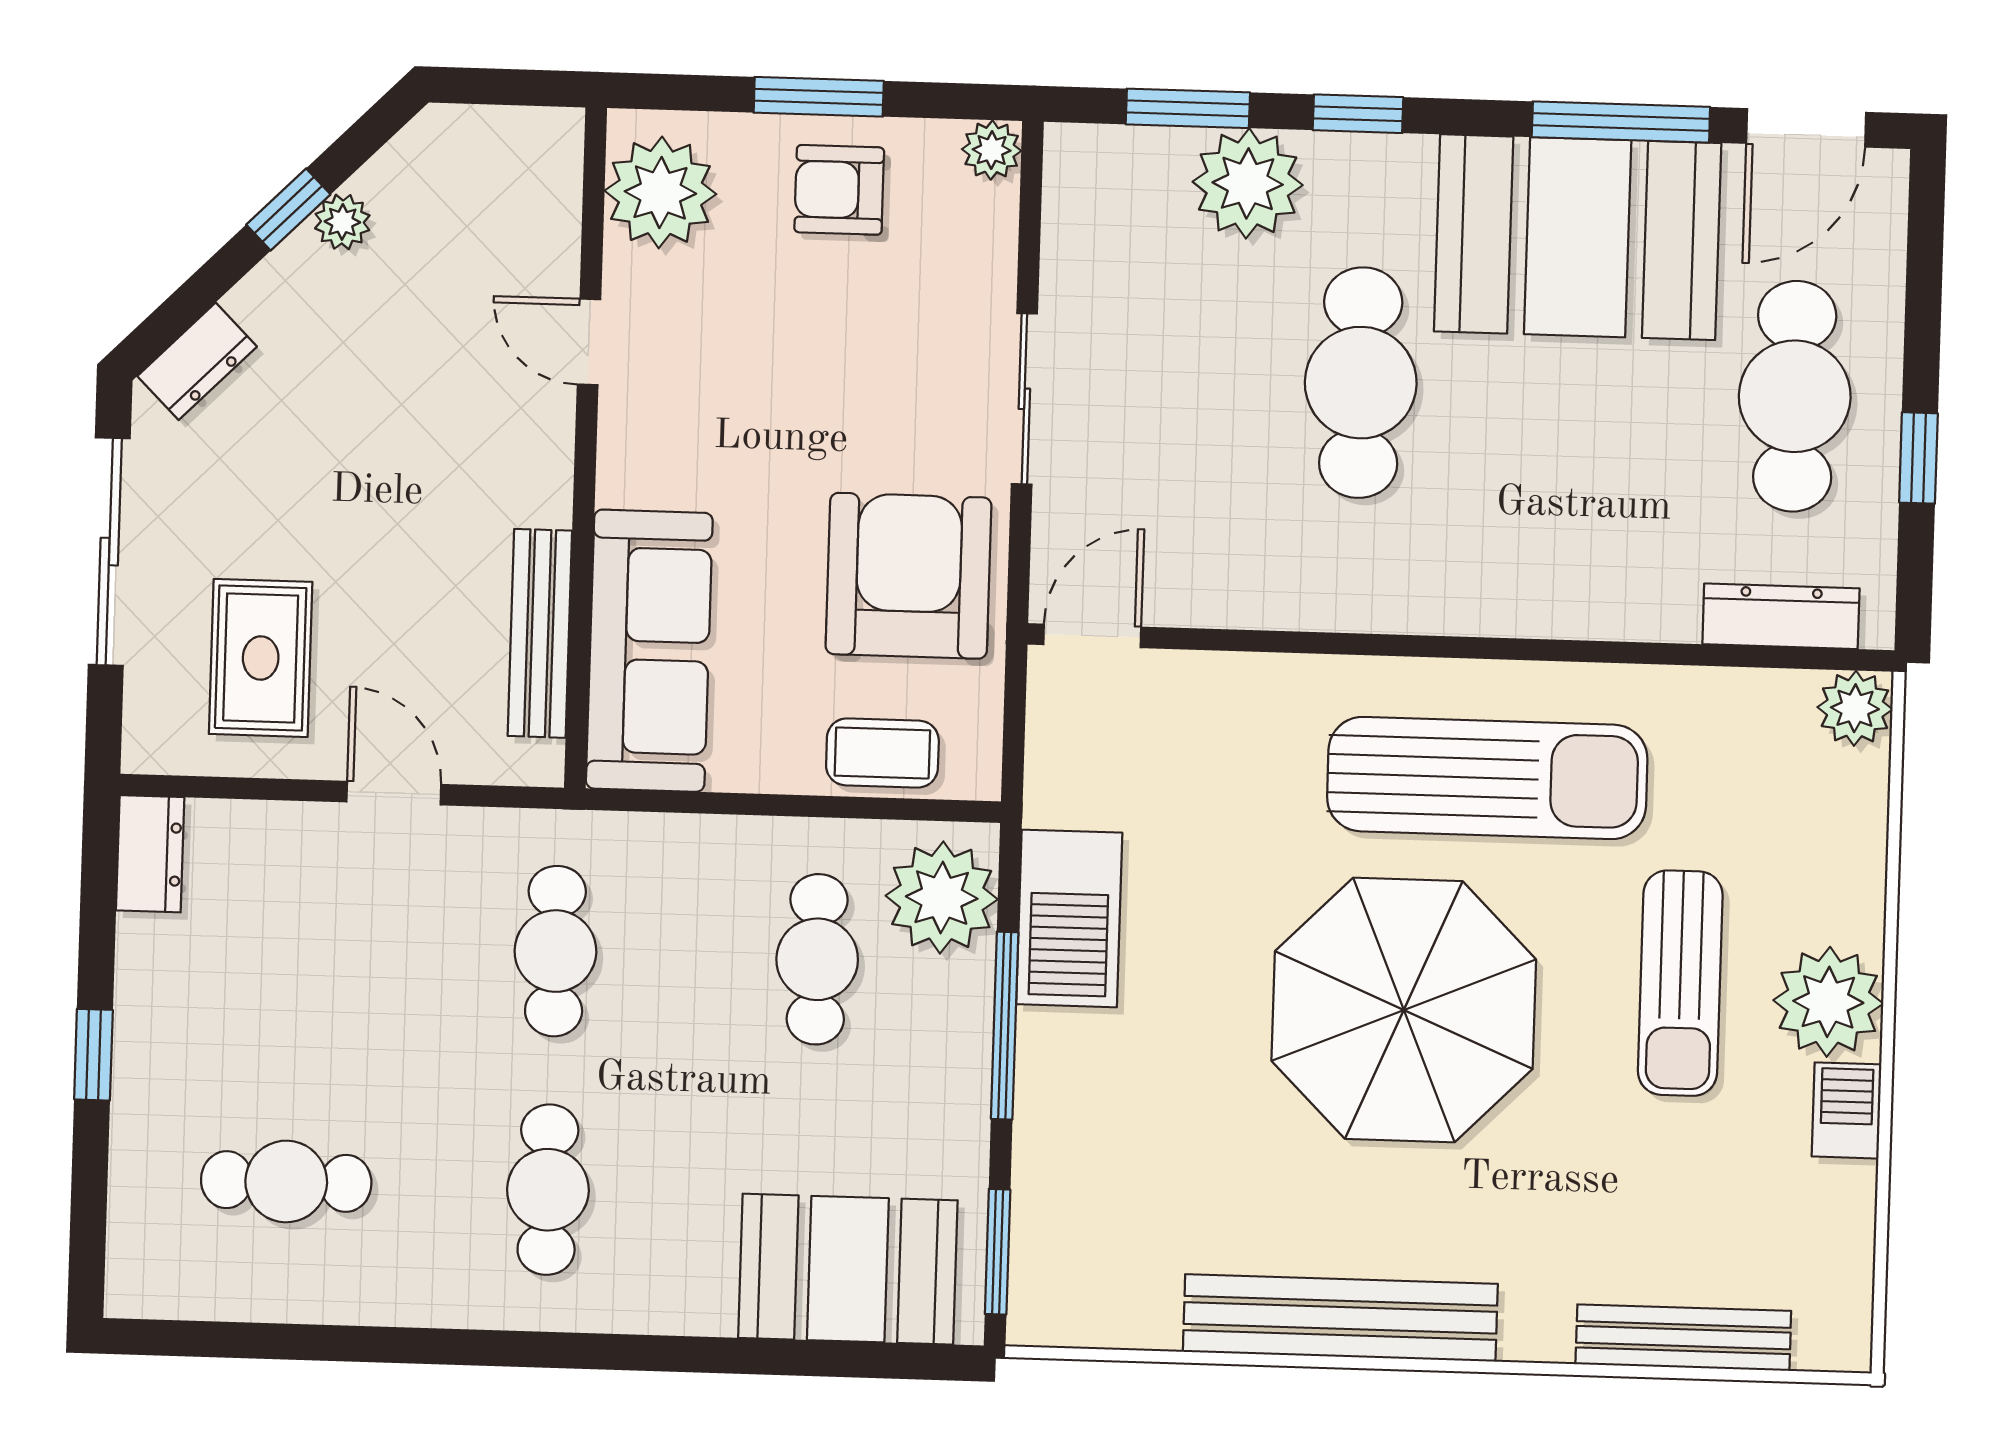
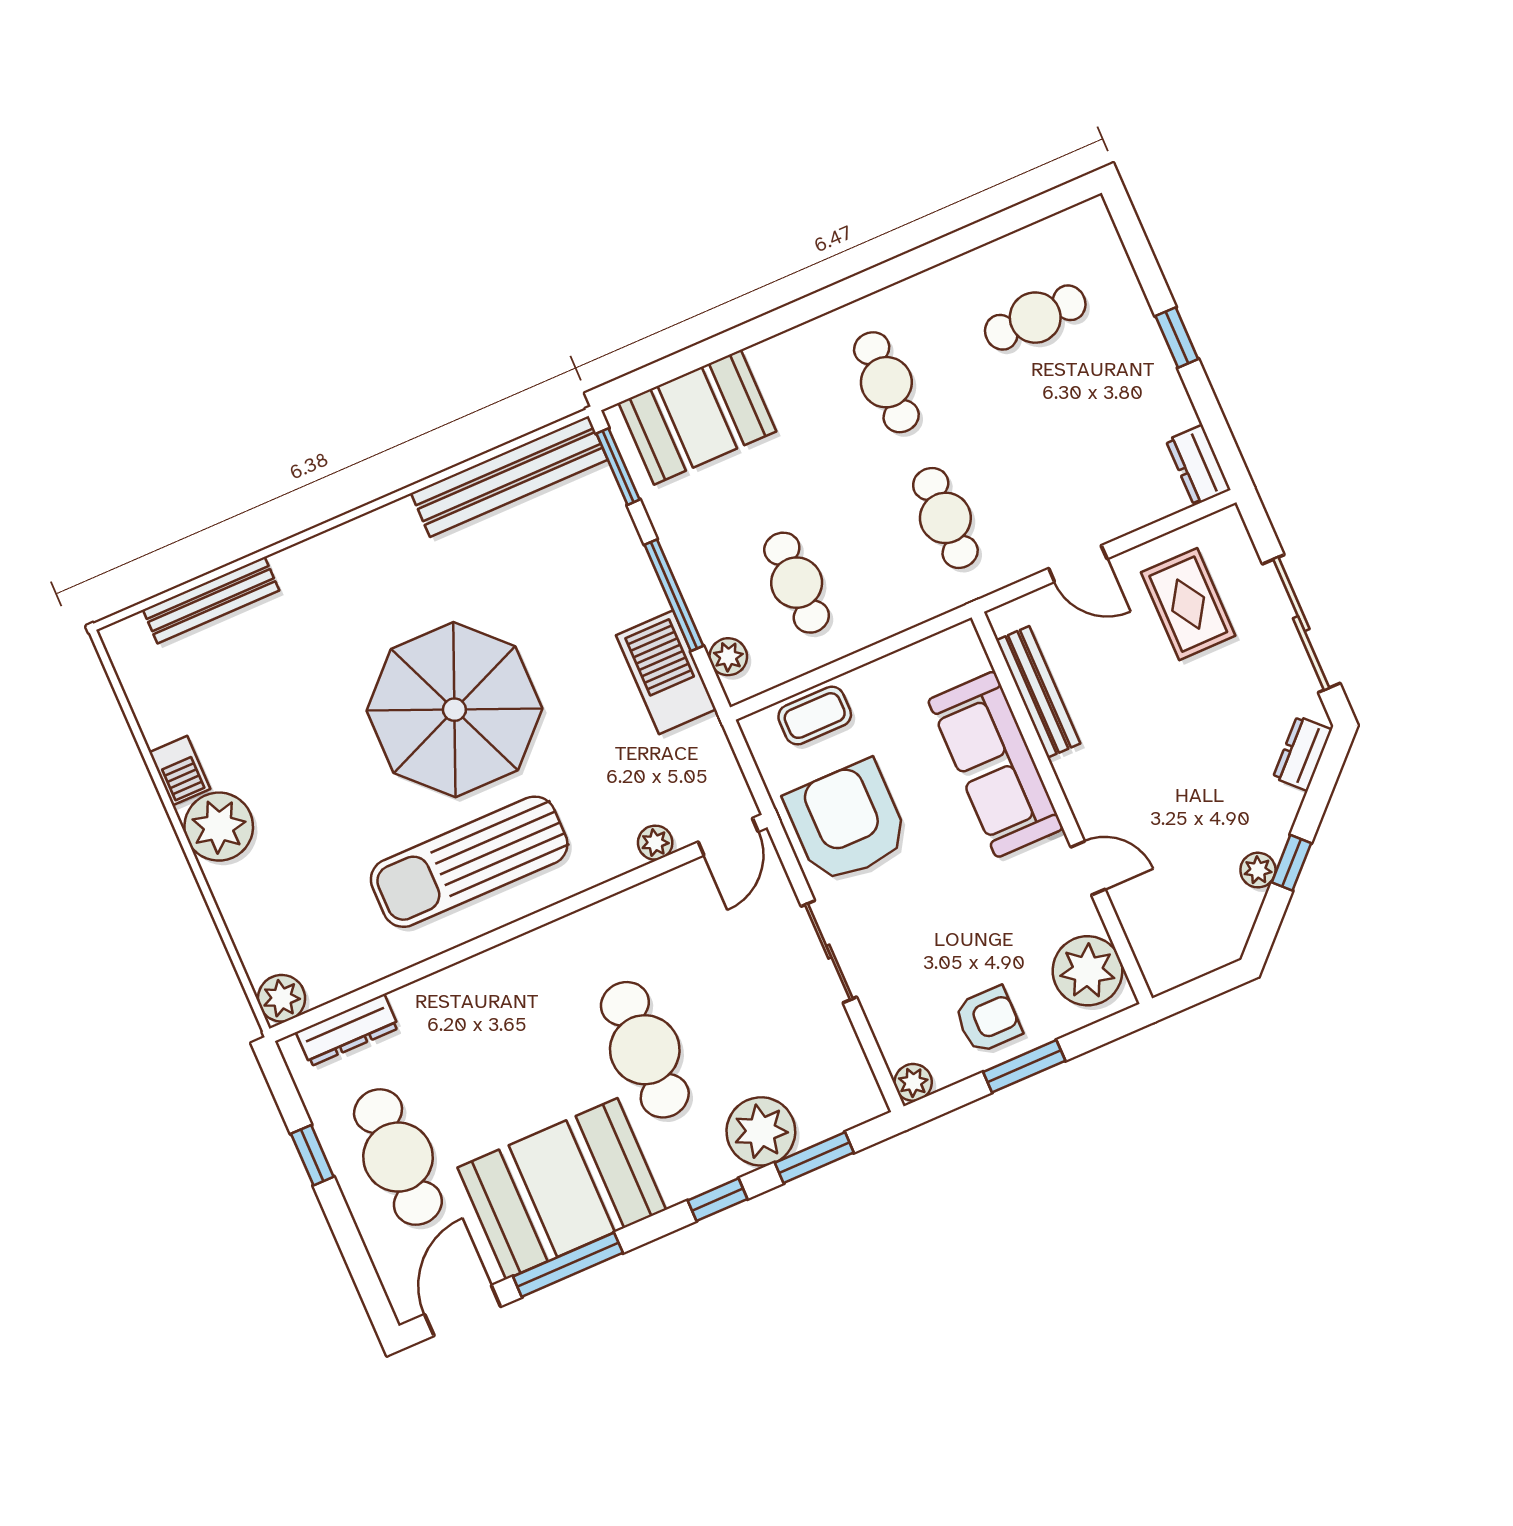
armchair: (909, 576) -> (847, 822), turned 180
sofa: (649, 651) -> (996, 764), moved
plant: (1203, 678) -> (655, 843), added
plant: (942, 898) -> (728, 657), width x0.53, depth x0.53
sun lounger: (1680, 983) -> (307, 798), removed
bench: (1340, 1318) -> (509, 476), moved

